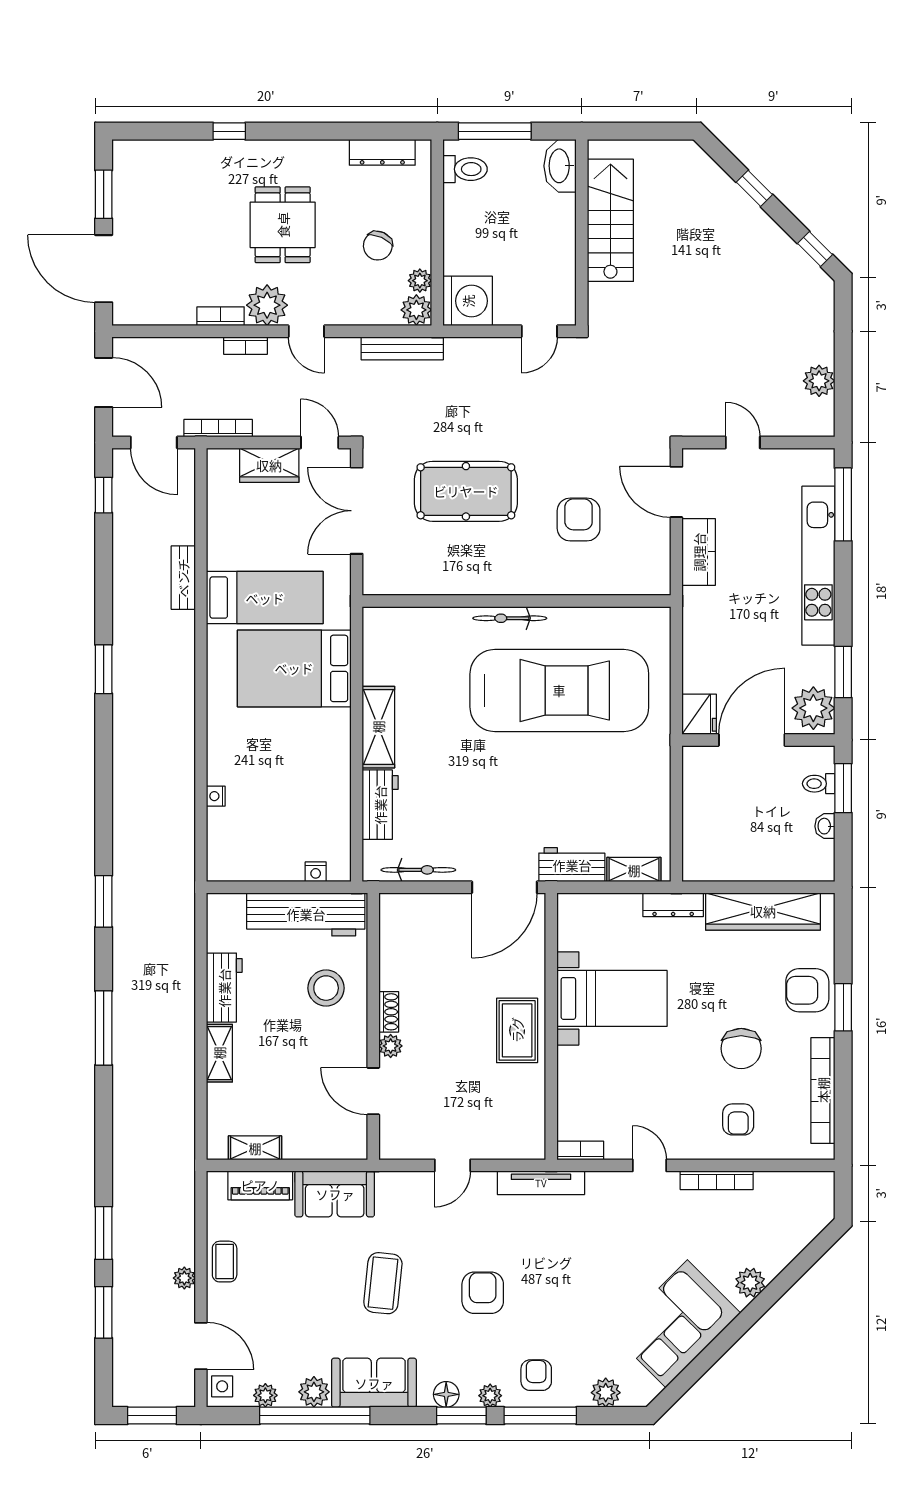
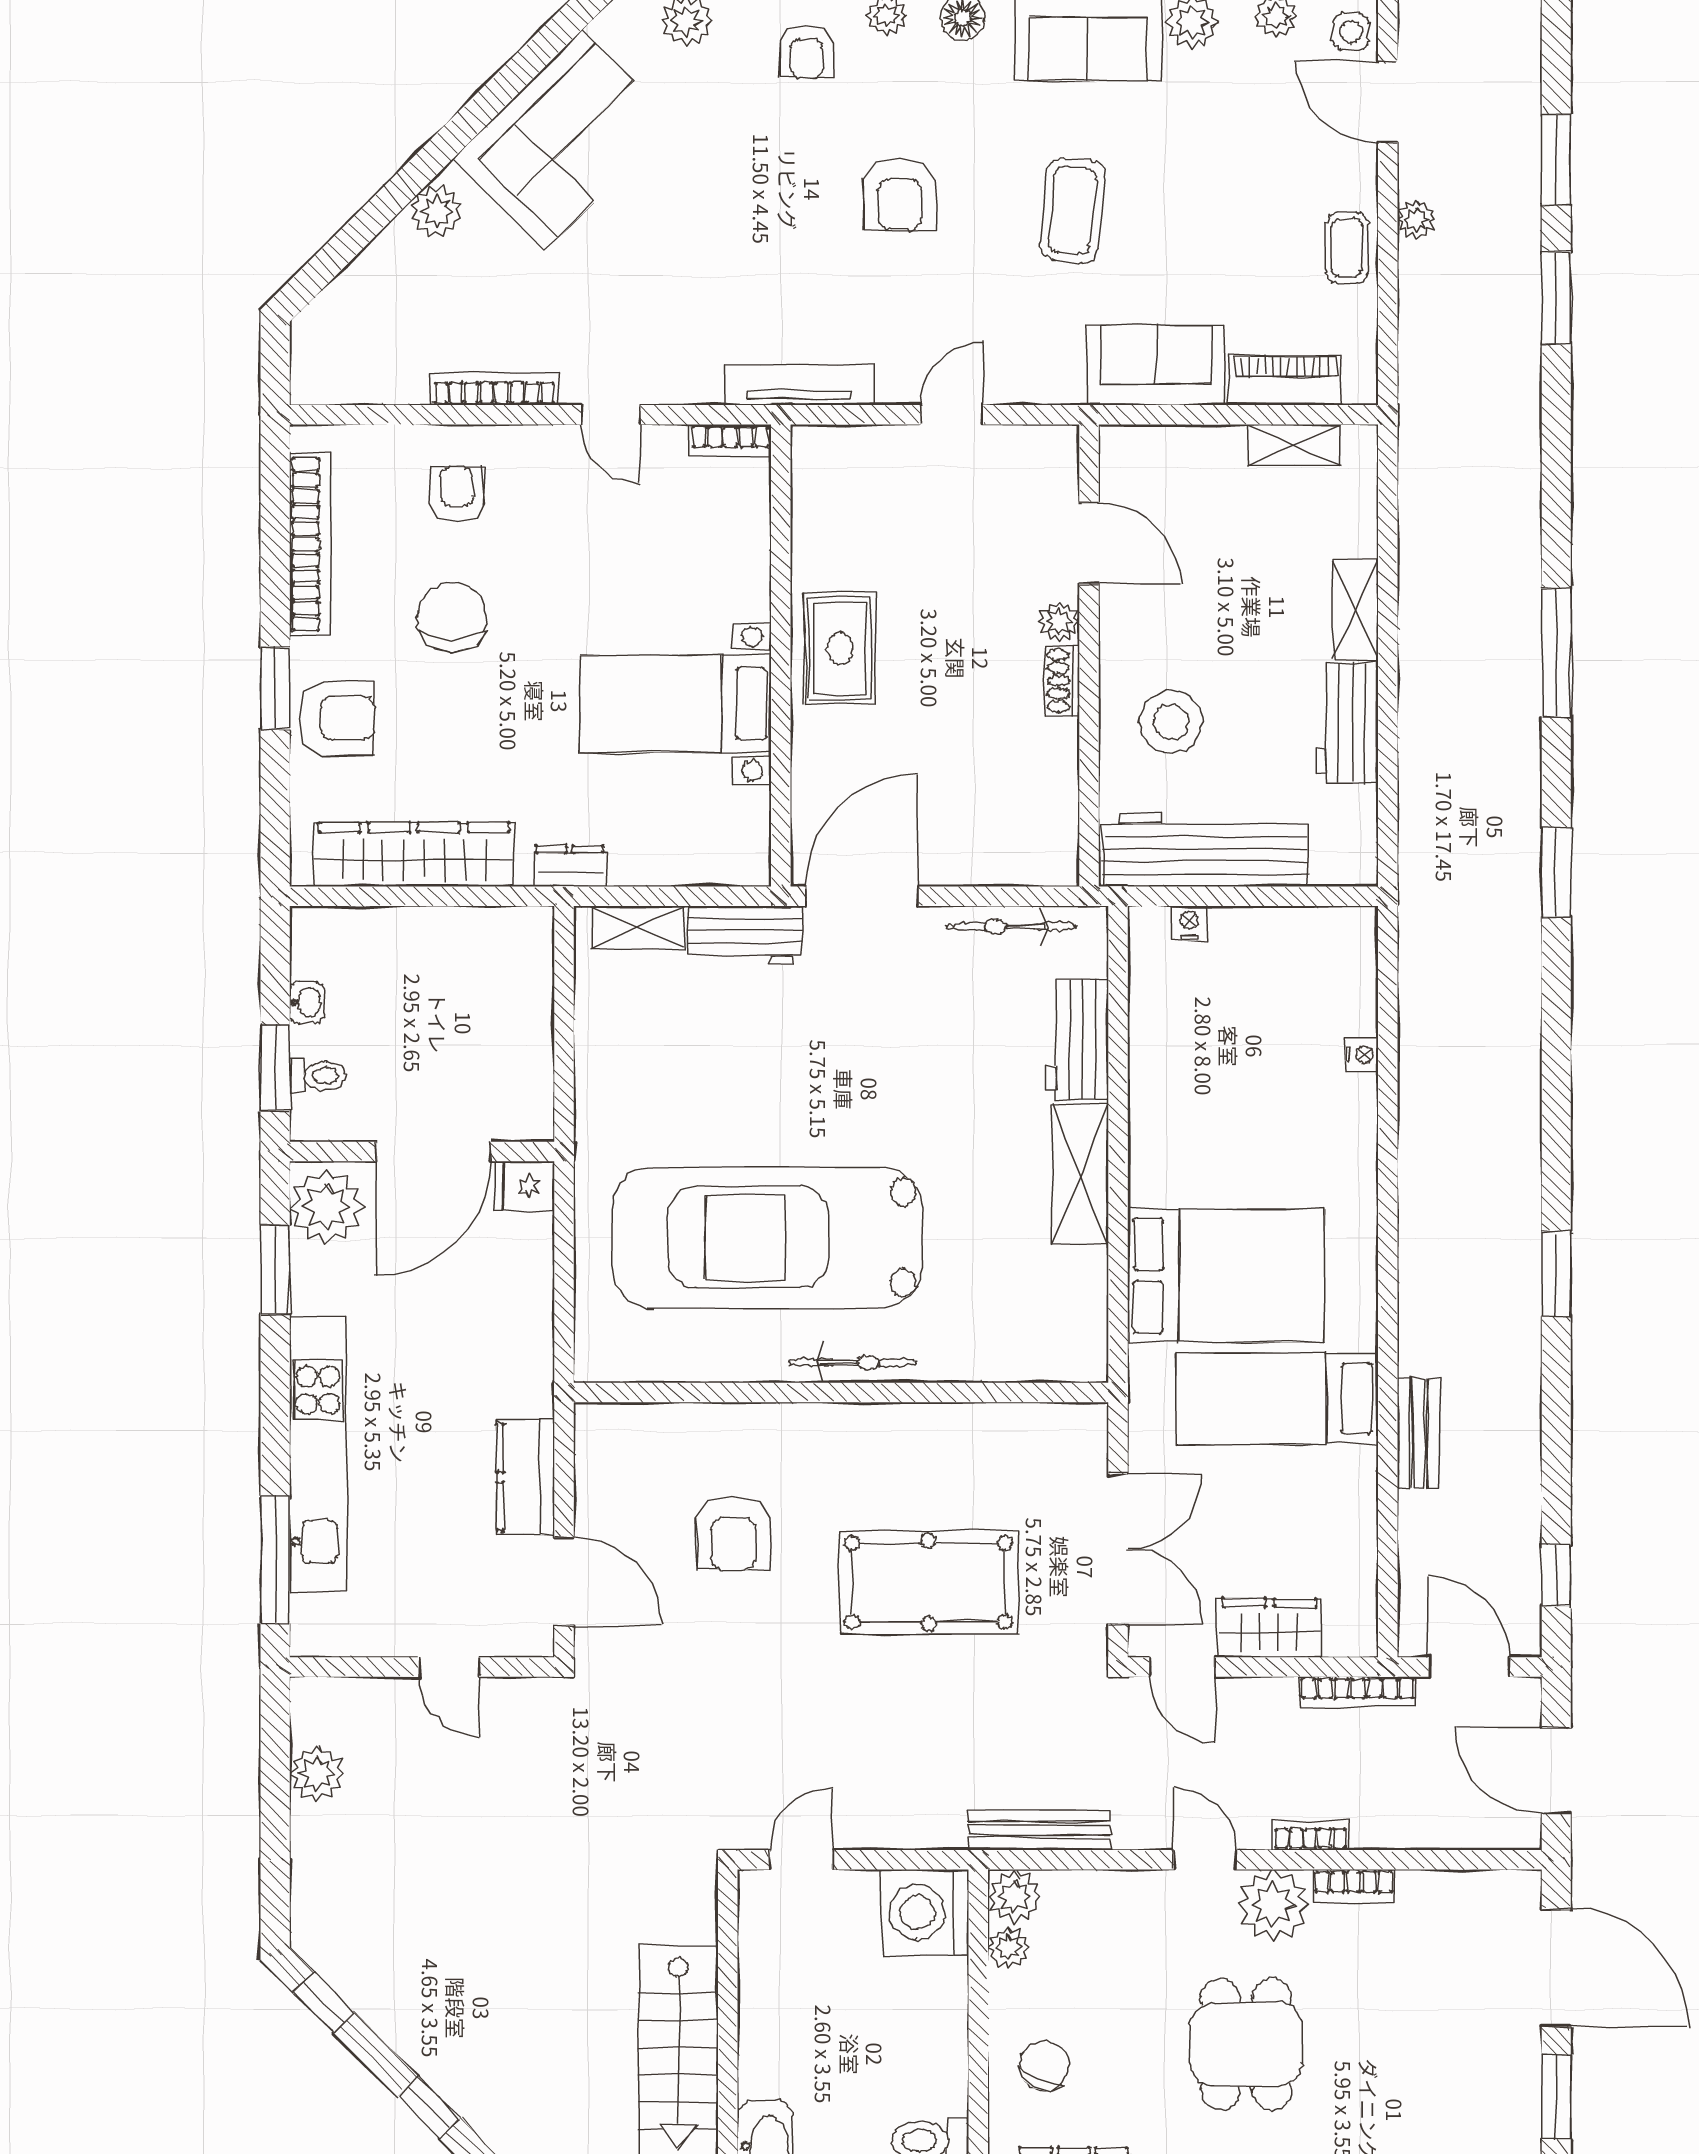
chair: (378, 246) -> (1044, 2066), moved
fridge: (699, 714) -> (524, 1186), width x0.72
dresser: (673, 905) -> (570, 866), width x0.70

